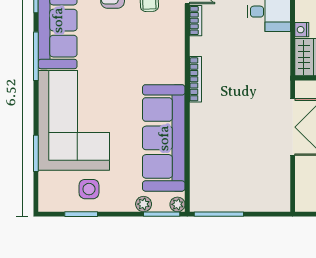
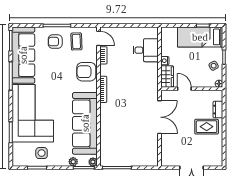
armchair: (166, 49) -> (86, 72), added

